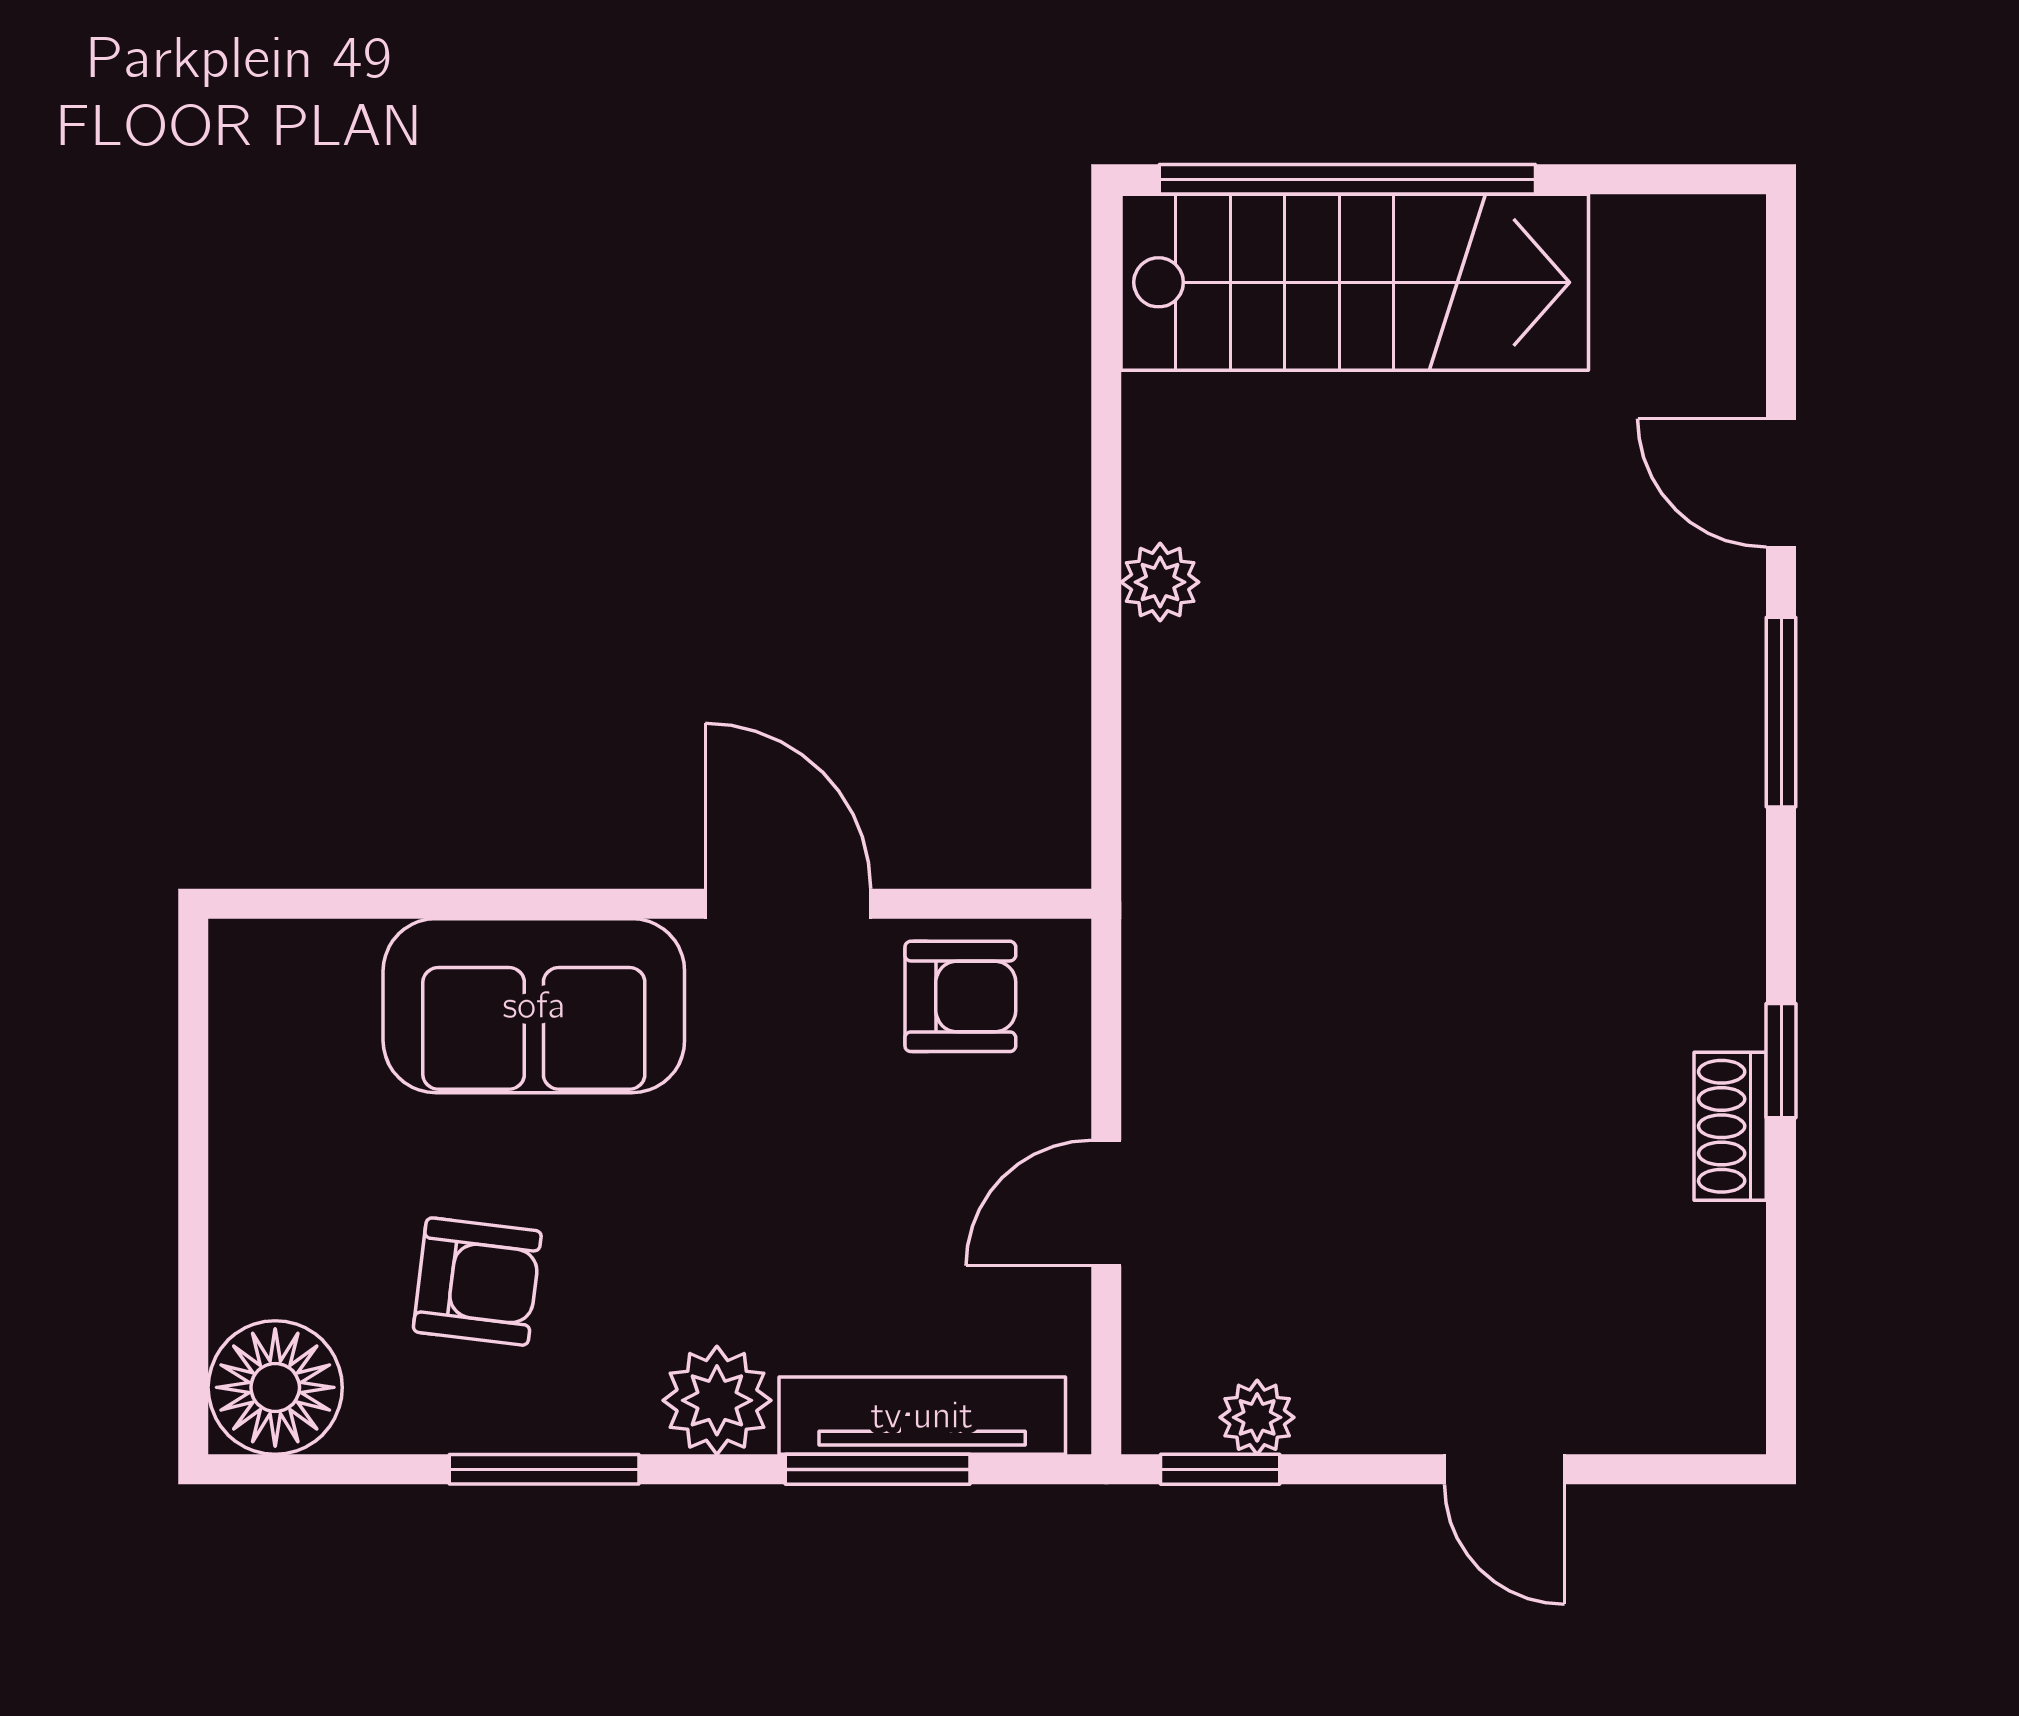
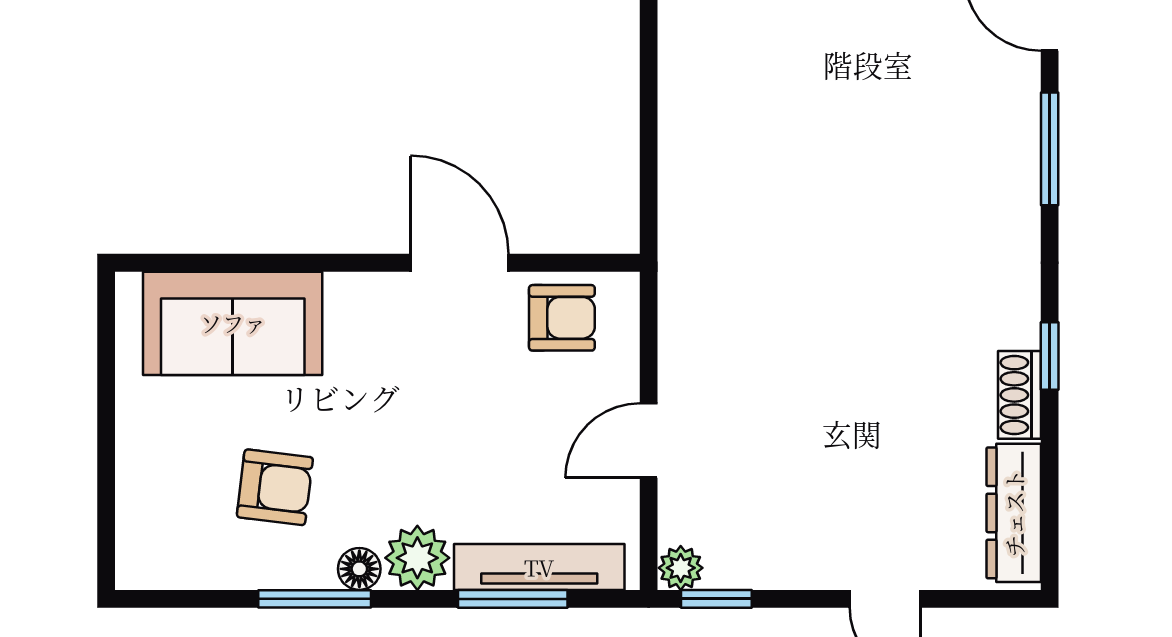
plant: (1160, 582) -> (681, 72), removed
sofa: (534, 1006) -> (233, 323), moved
dresser: (1721, 1325) -> (1014, 513), added
floor lamp: (275, 1387) -> (359, 569), moved, width x0.53, depth x0.53
plant: (1257, 1417) -> (681, 568), moved

